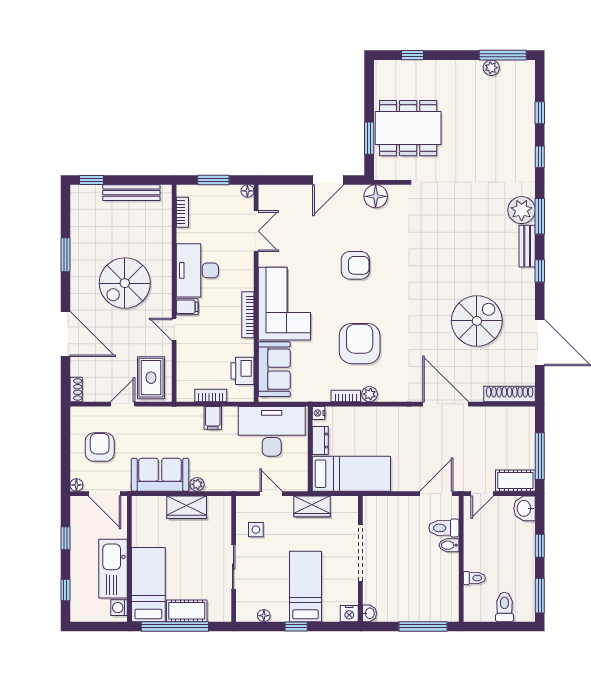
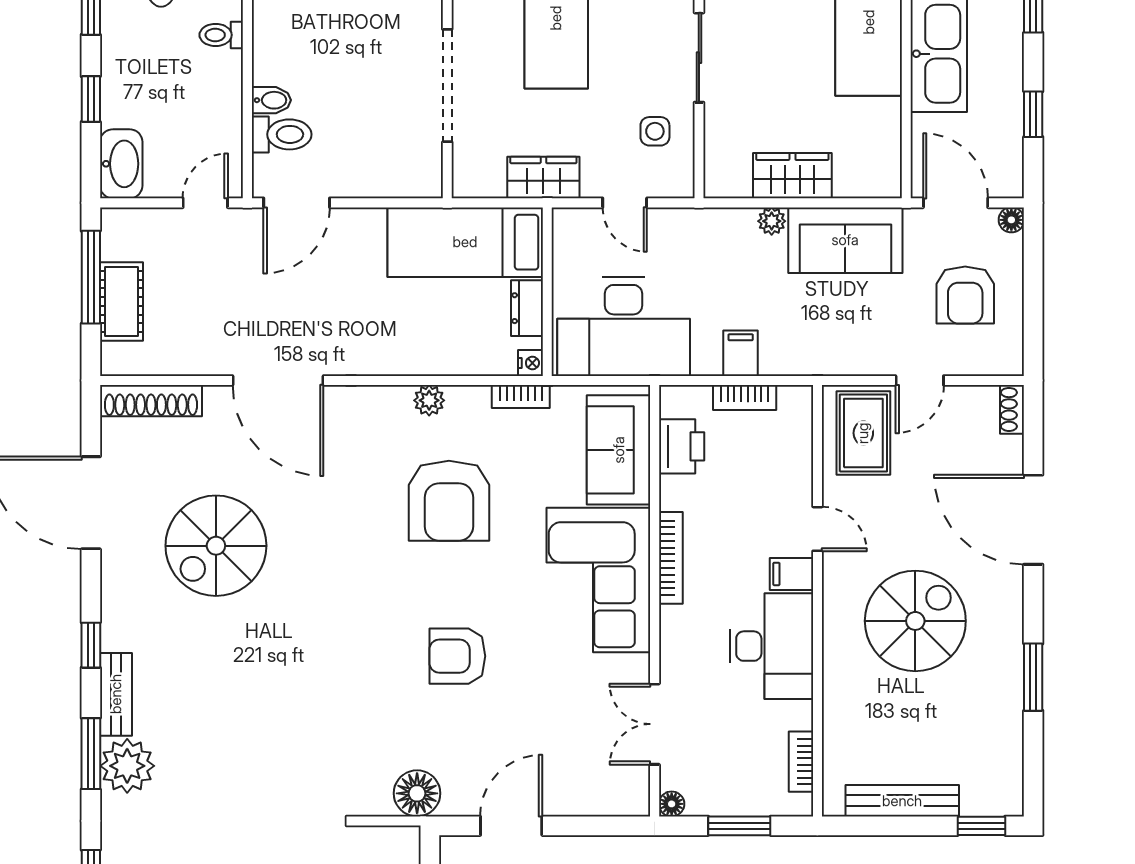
bookcase: (346, 396) -> (521, 396), moved
cot: (515, 481) -> (122, 302), moved, turned 90
washbasin: (525, 508) -> (121, 164), width x1.38

